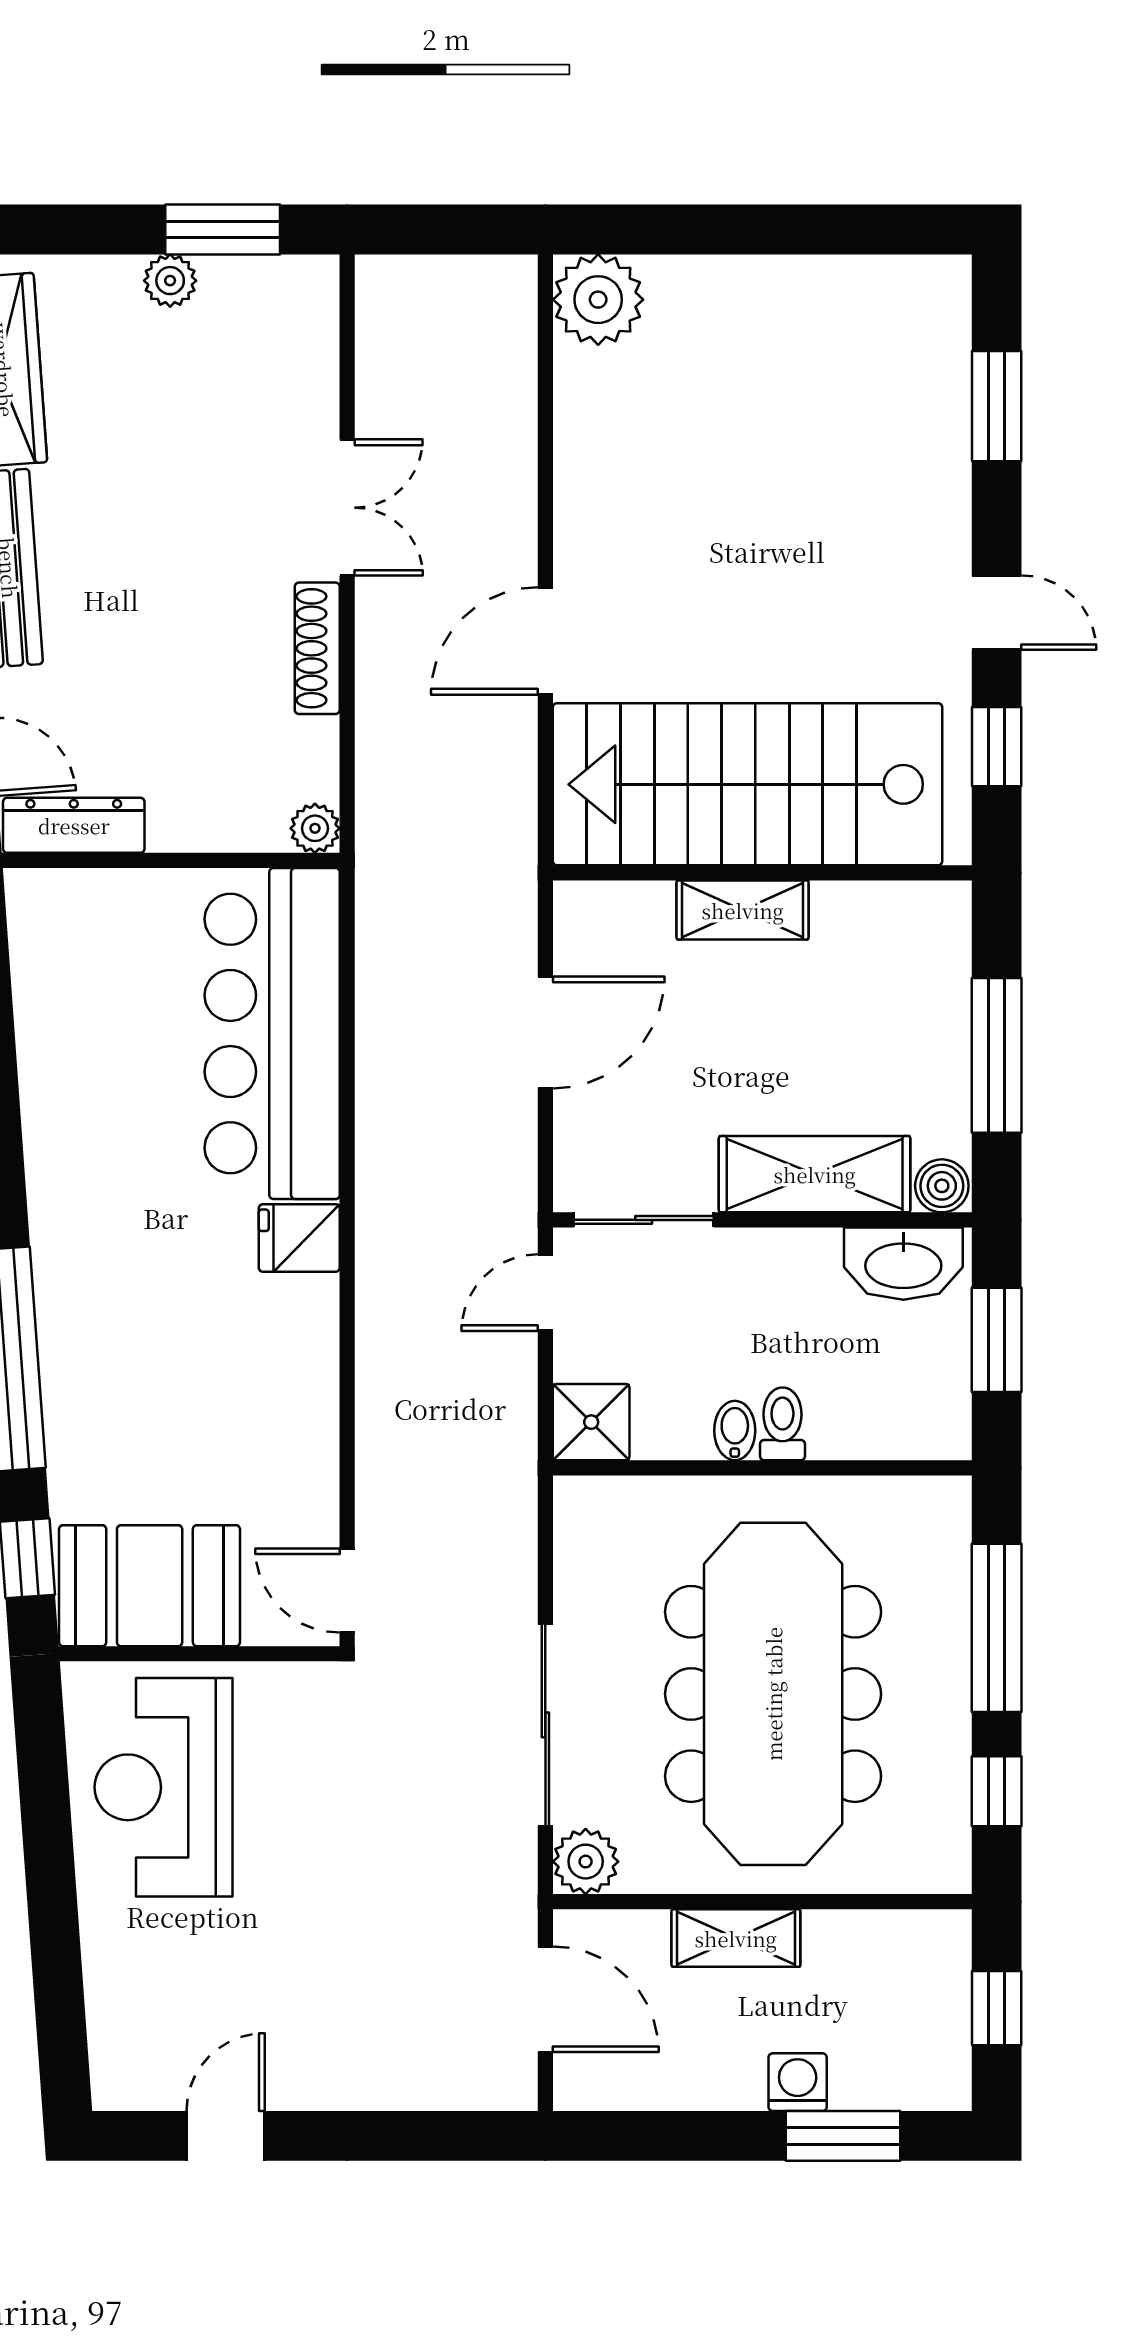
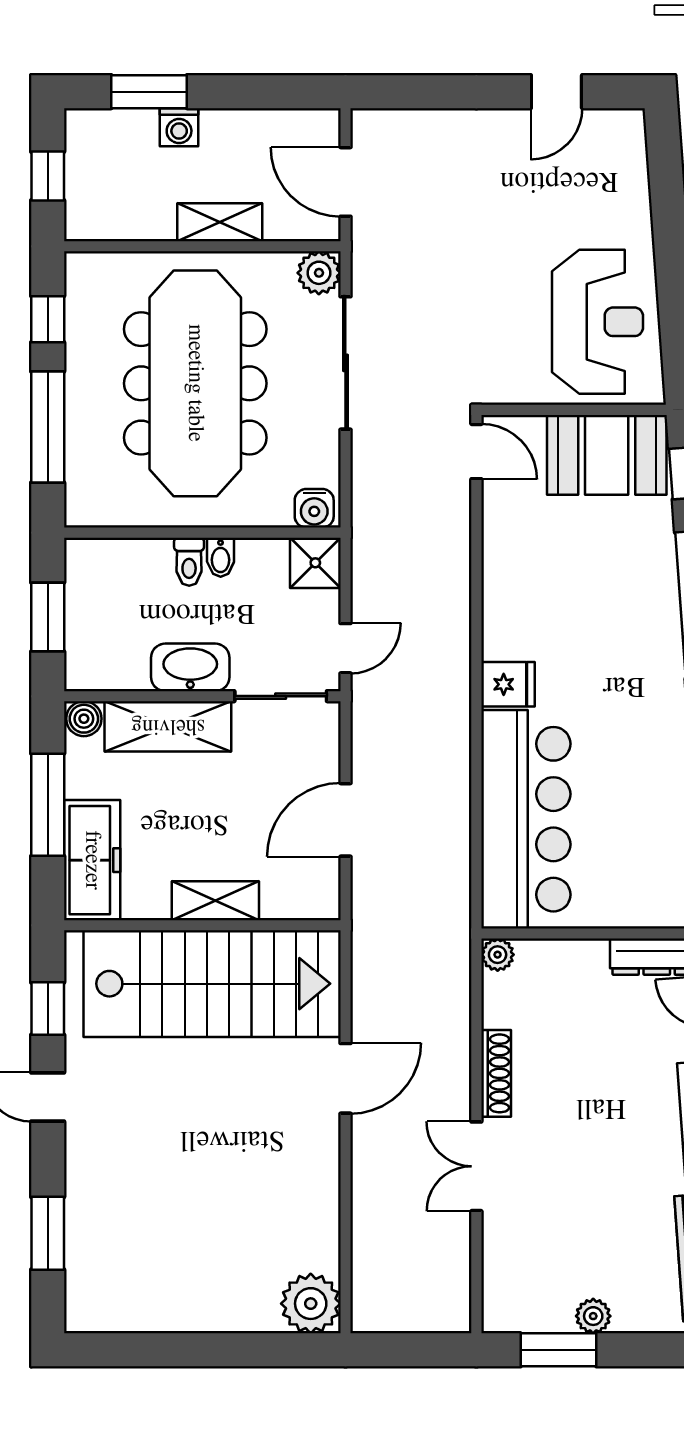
freezer: (929, 972) -> (92, 860), added
washbasin: (903, 1264) -> (190, 667), moved
water cooler: (593, 1505) -> (314, 508), added

